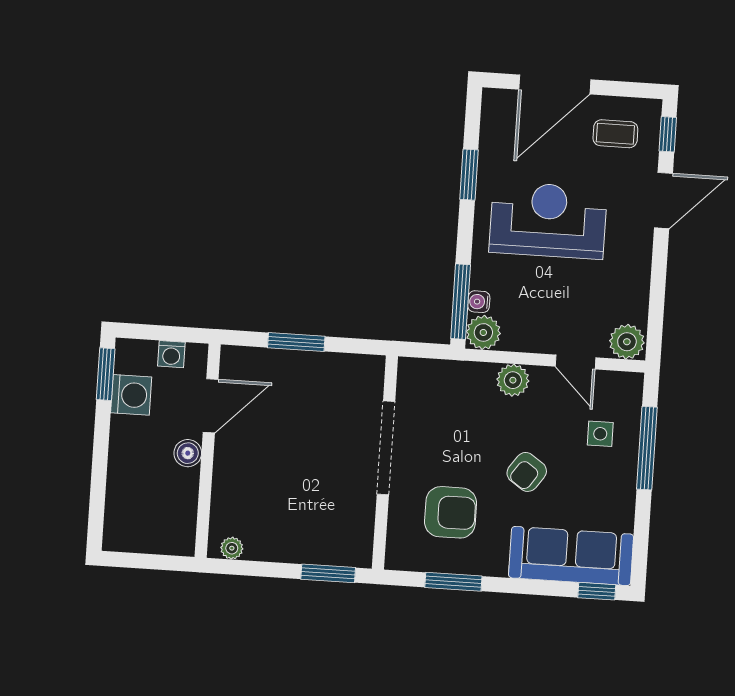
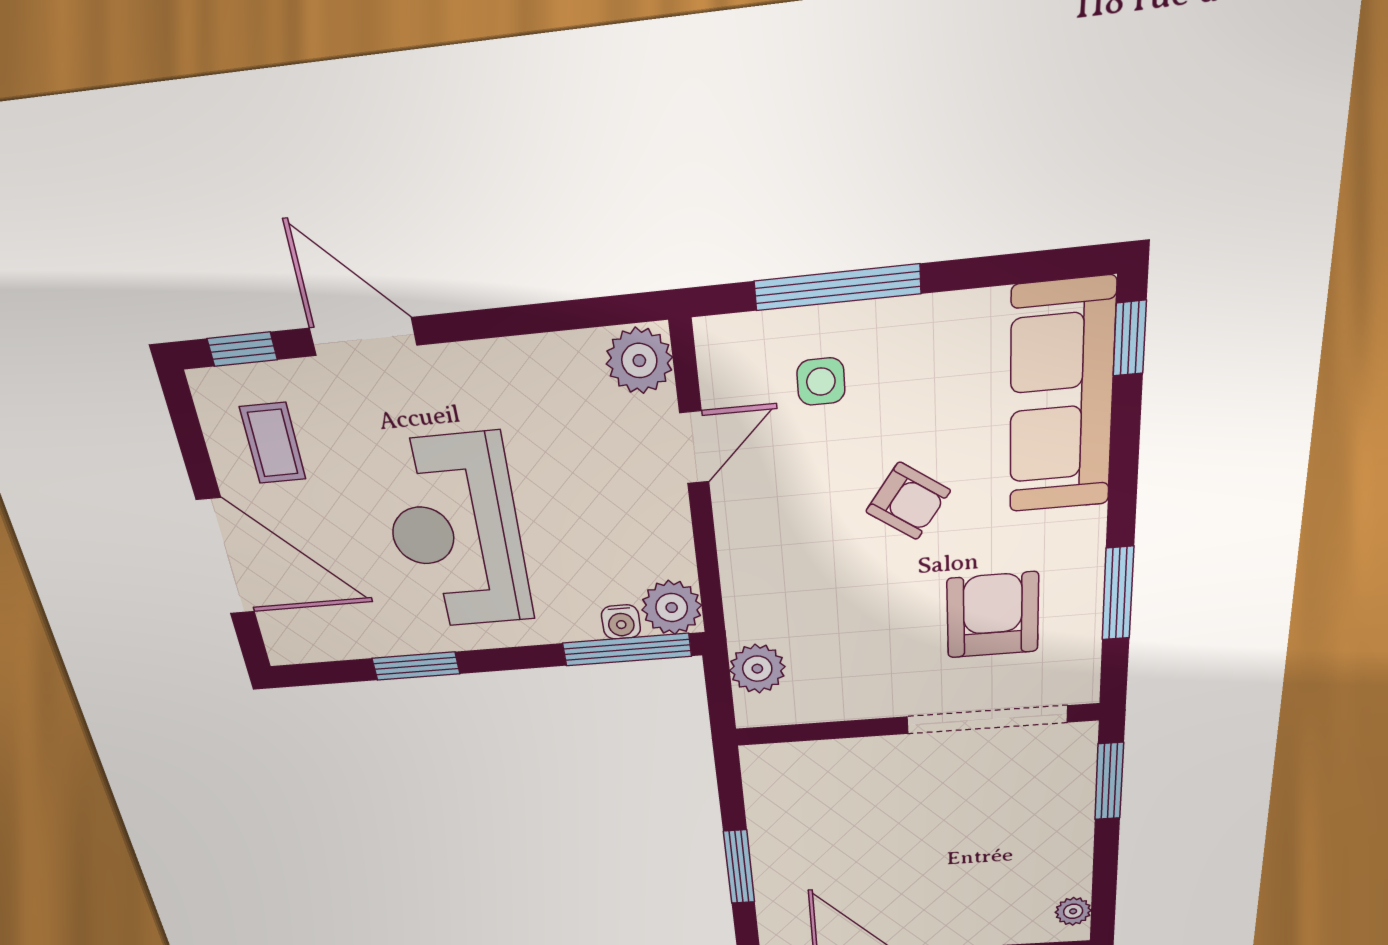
plant: (513, 380) -> (757, 669), moved
doorway: (386, 448) -> (987, 720), moved

